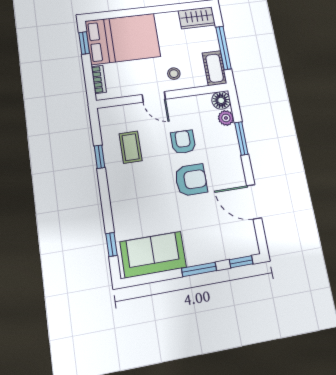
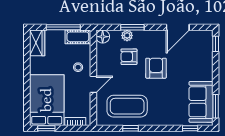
plant: (226, 118) -> (127, 35), moved
armchair: (183, 142) -> (129, 57), moved
coffee table: (131, 147) -> (127, 106), width x1.86, depth x1.72
window: (199, 269) -> (216, 106), moved

